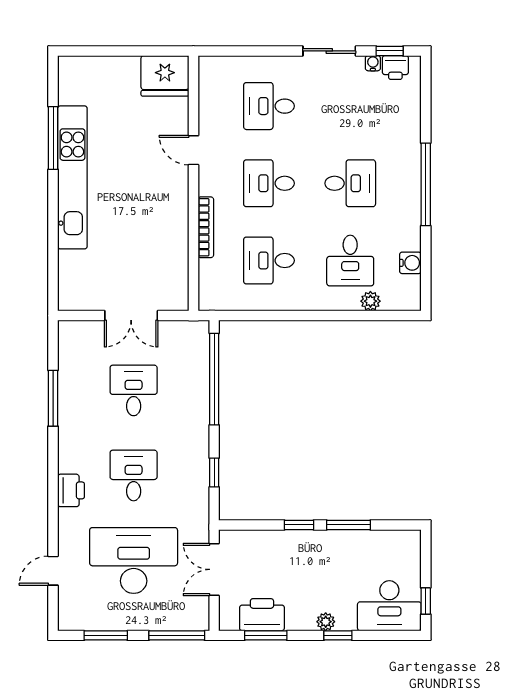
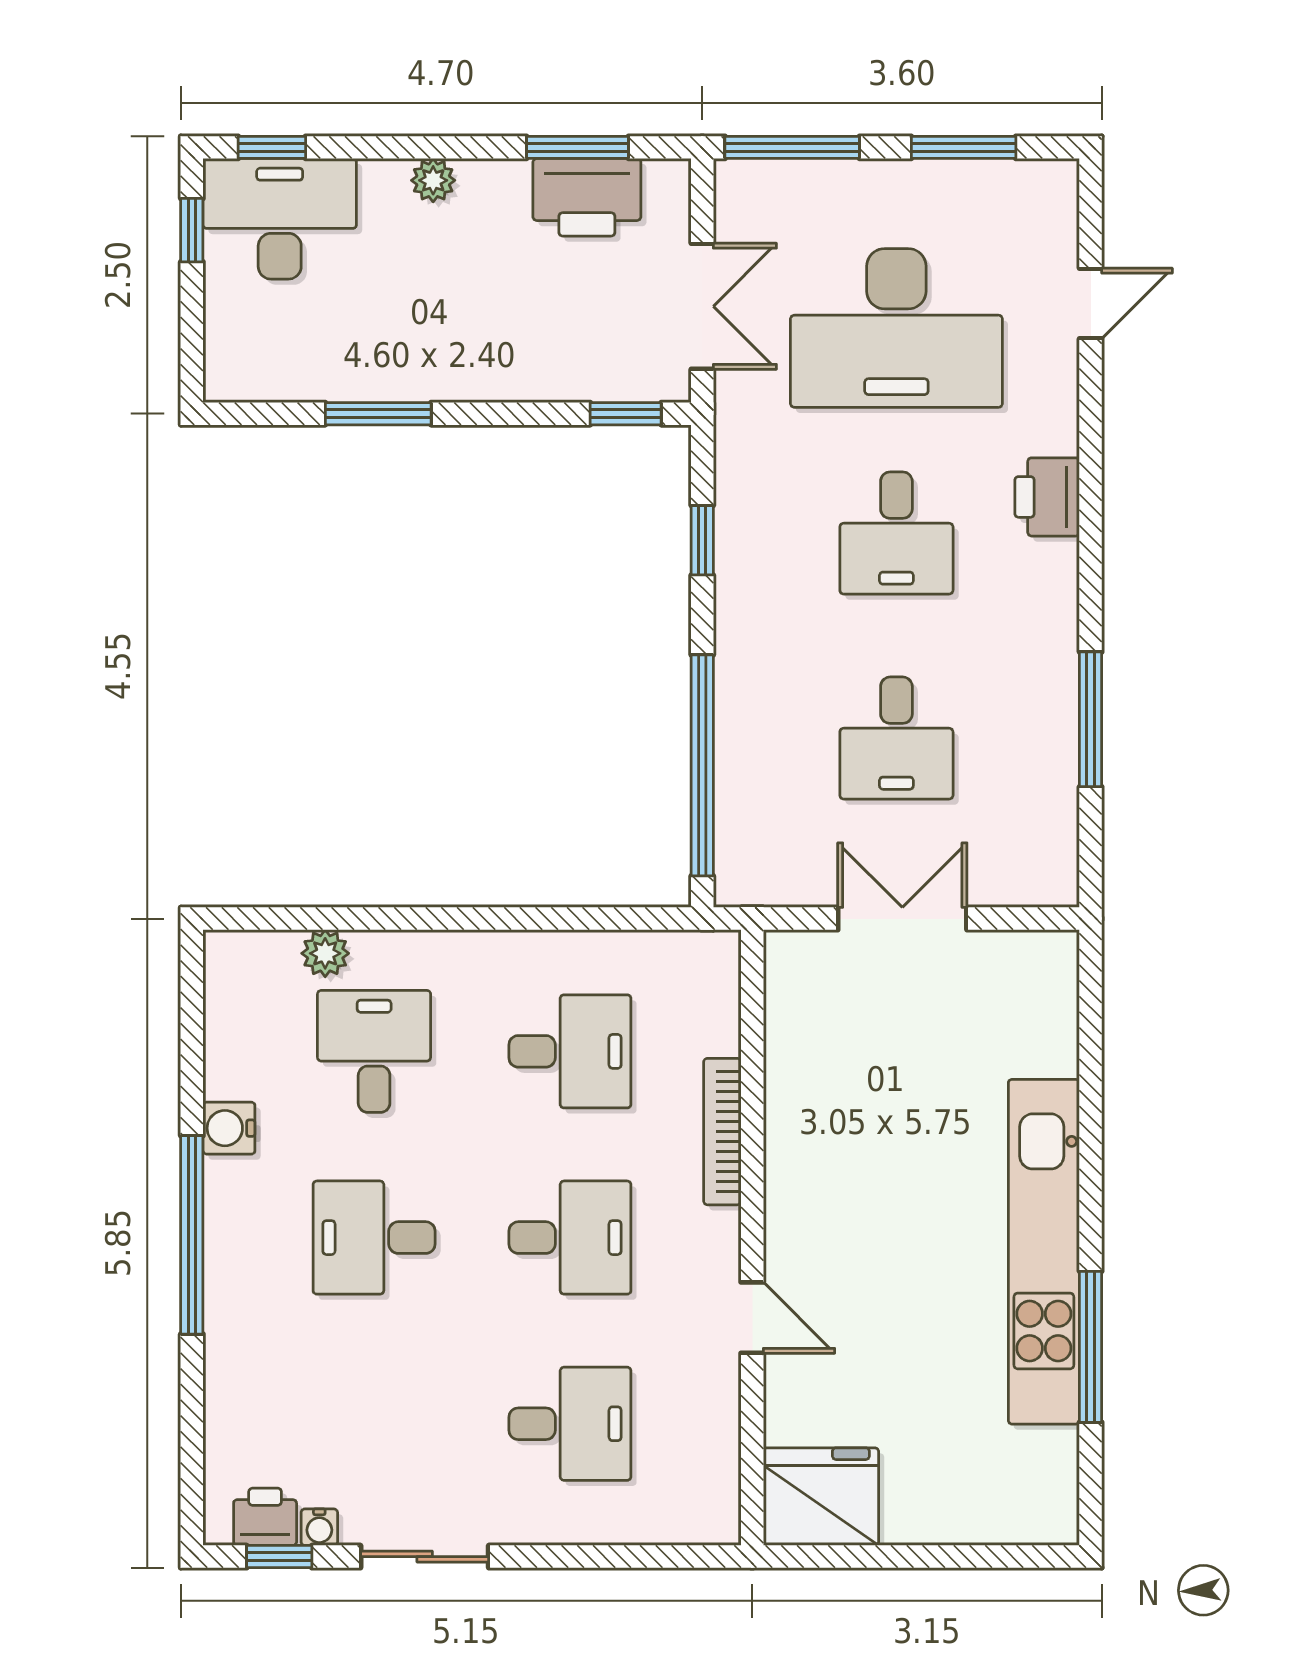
water cooler: (410, 263) -> (229, 1128), moved
window: (299, 525) -> (626, 414), moved
window: (338, 635) -> (272, 147), moved

